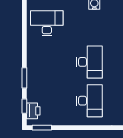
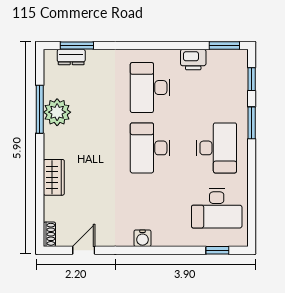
desk: (47, 62) -> (217, 148), added
printer: (33, 111) -> (193, 60), moved, turned -90

